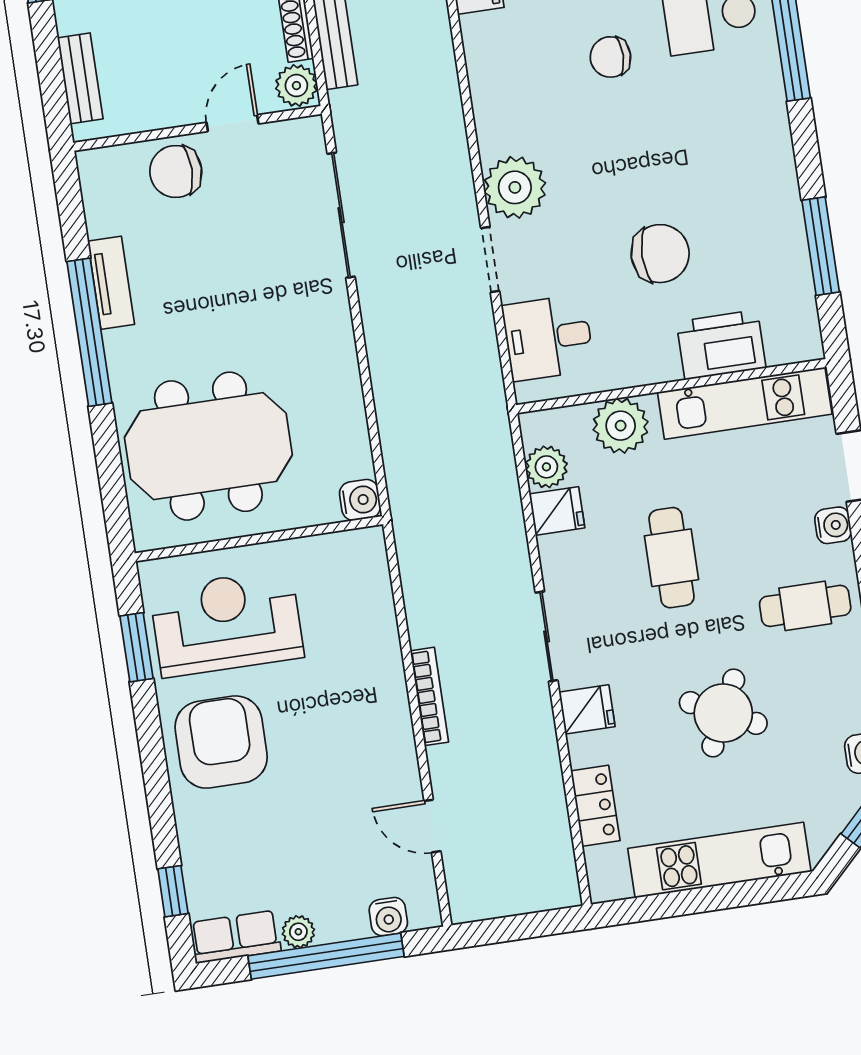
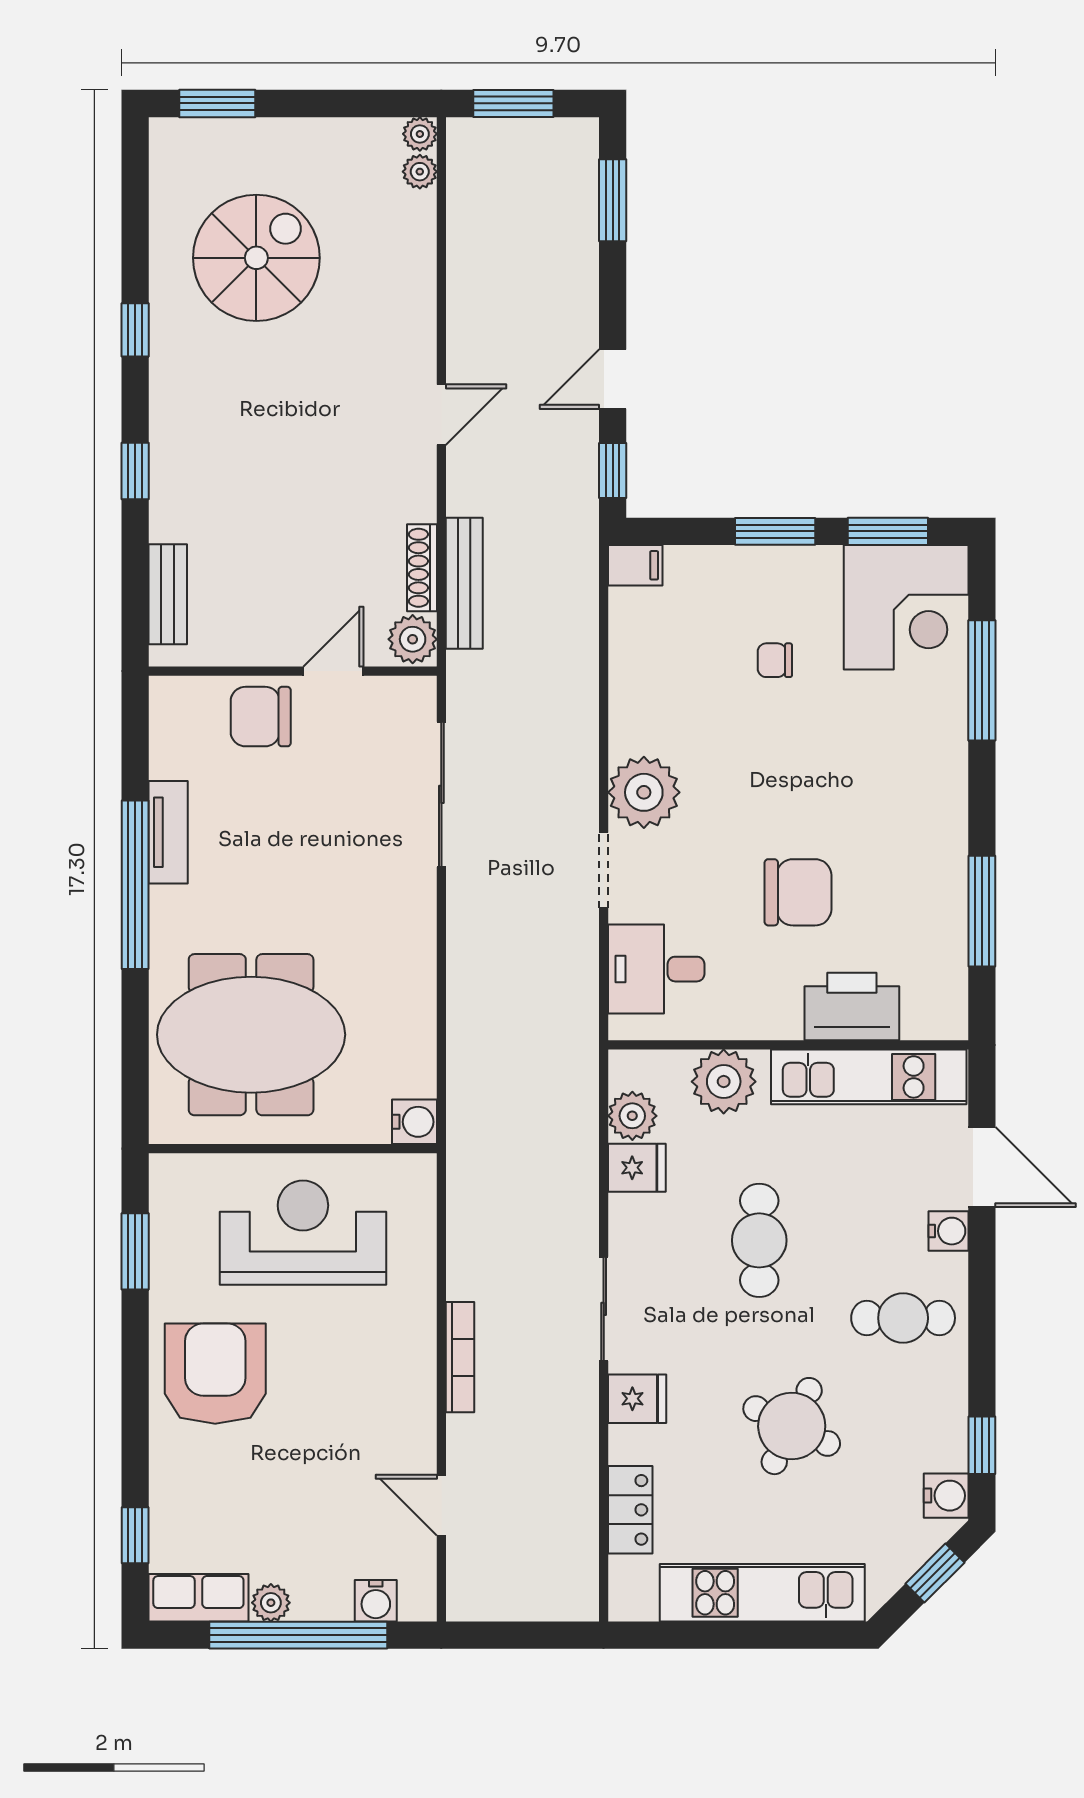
chair: (610, 57) -> (775, 660), width x0.73, depth x0.73
reception desk: (227, 623) -> (303, 1233), moved

